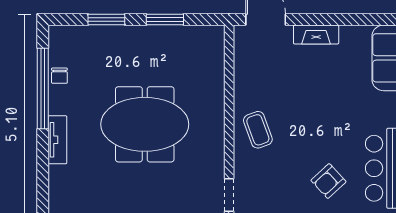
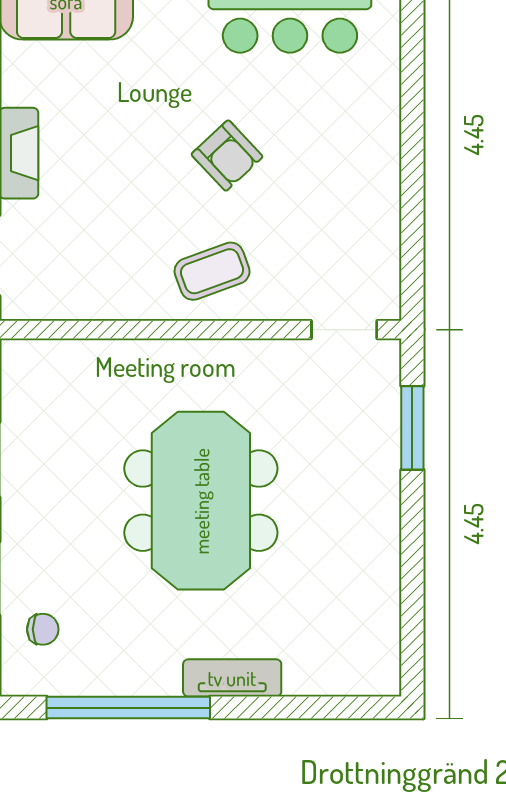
chair: (59, 76) -> (43, 629), moved
armchair: (328, 181) -> (227, 156), moved

